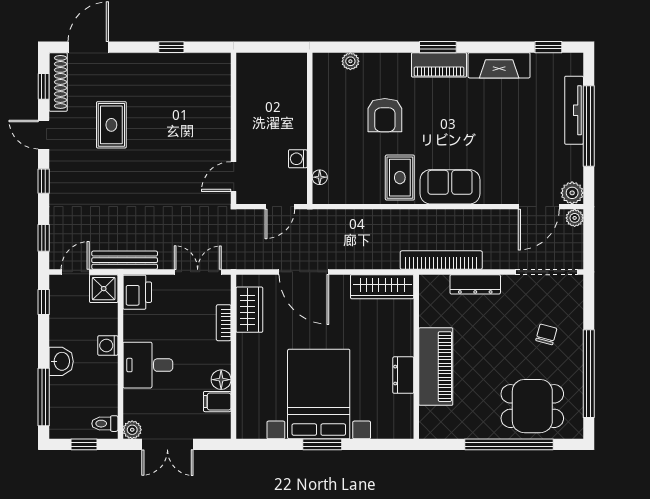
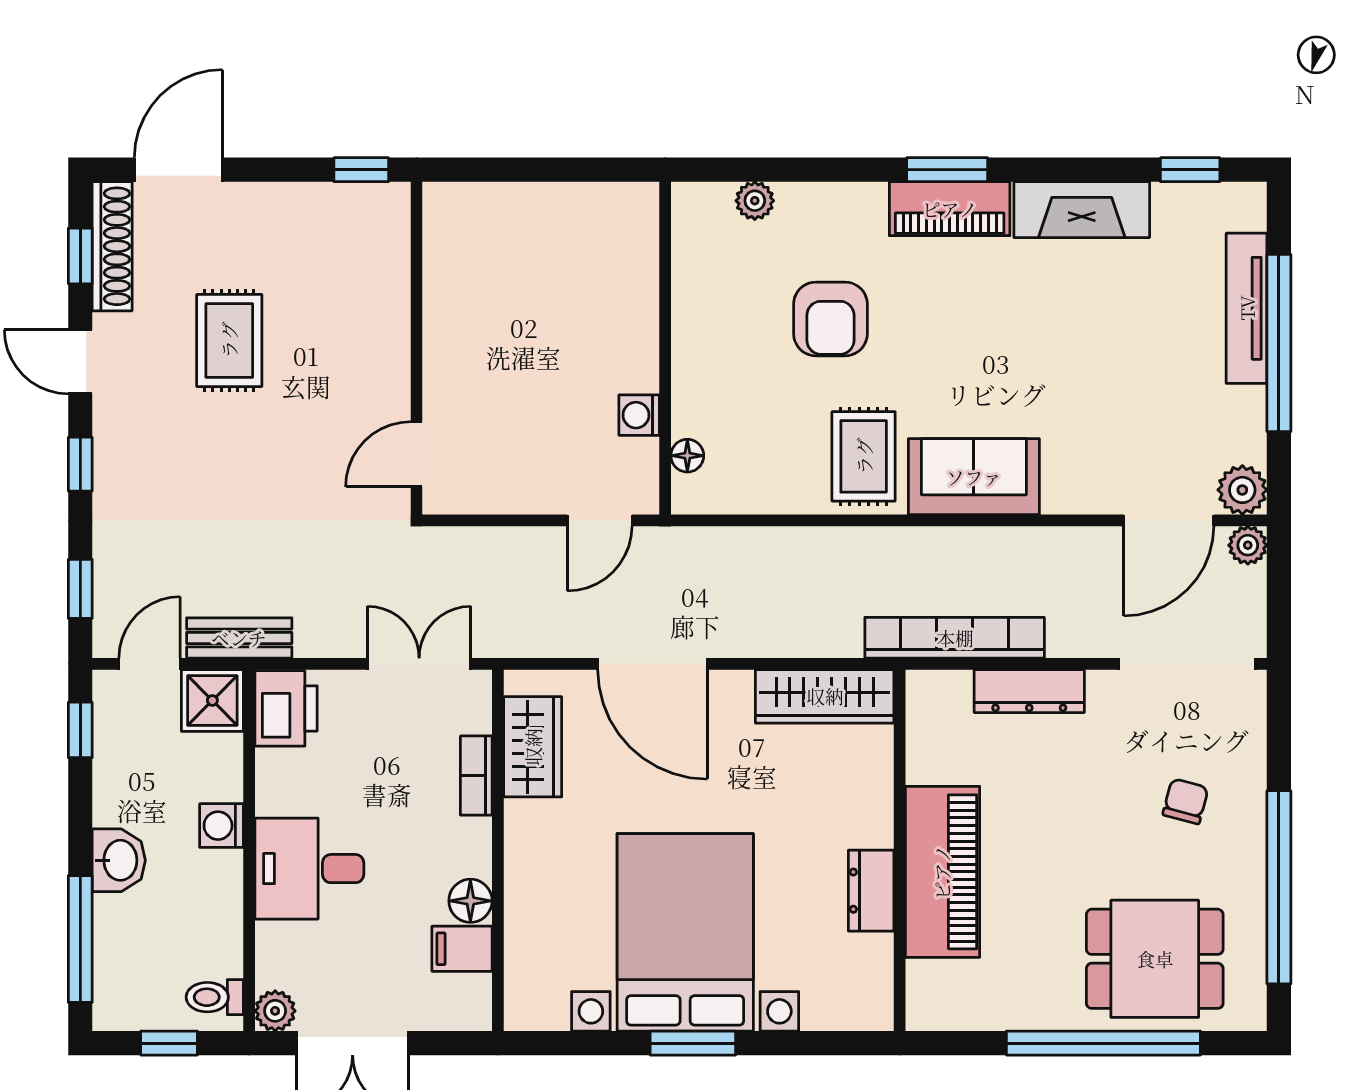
wall: (234, 128) -> (416, 348), moved
door: (234, 177) -> (416, 454), moved
bench: (125, 260) -> (239, 638), width x0.73

